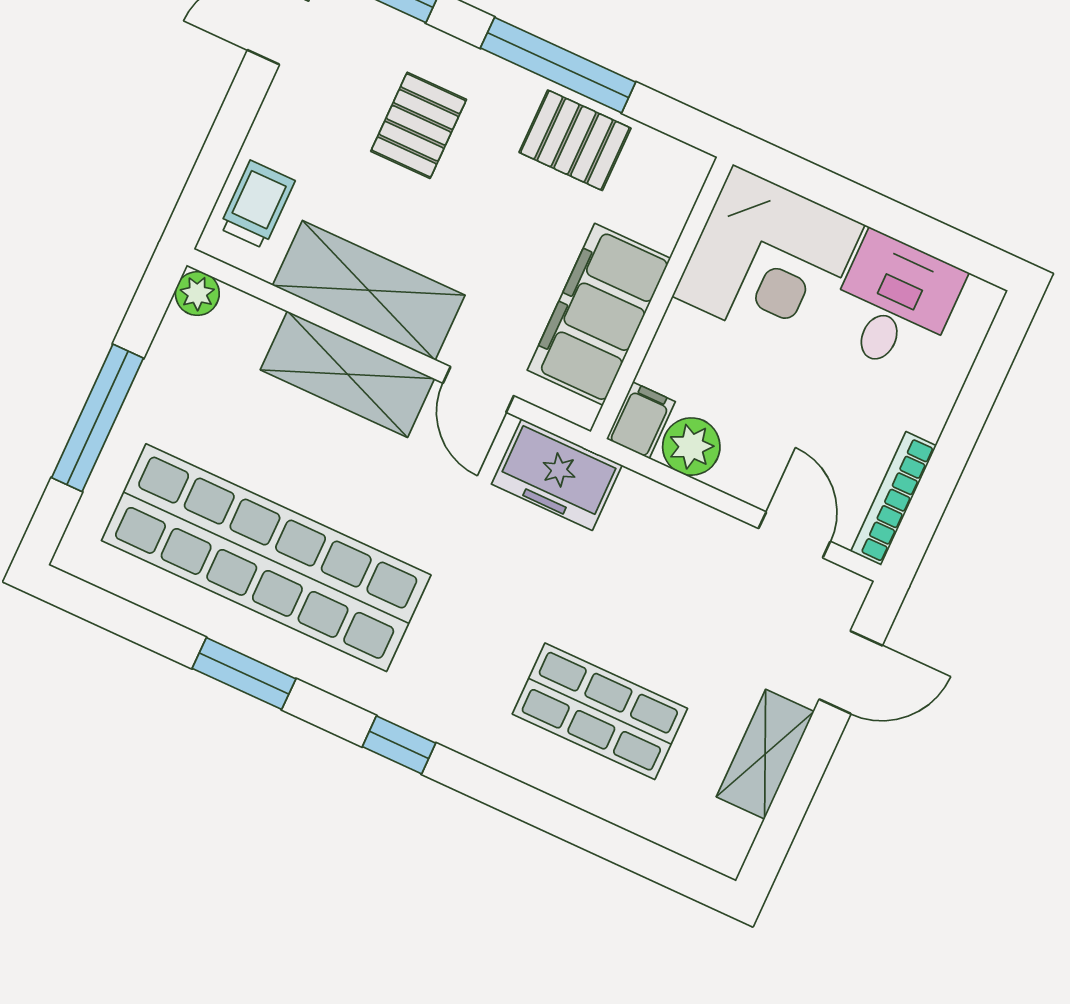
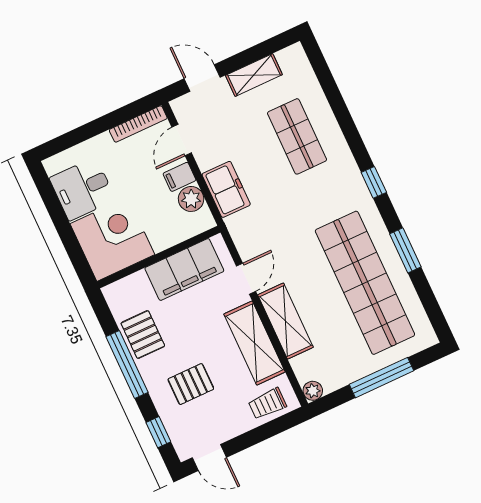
filing cabinet: (641, 420) -> (179, 177), moved
freezer: (557, 475) -> (226, 189), moved

